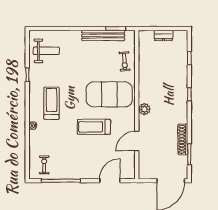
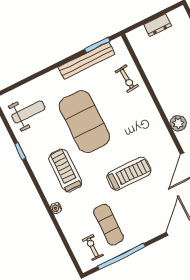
exercise mat: (109, 94) -> (84, 122), moved, turned 90
treadmill: (94, 127) -> (129, 174), turned 180
exercise mat: (63, 155) -> (108, 225), added

